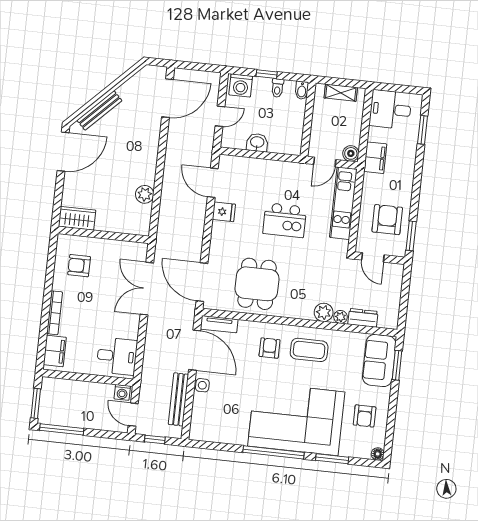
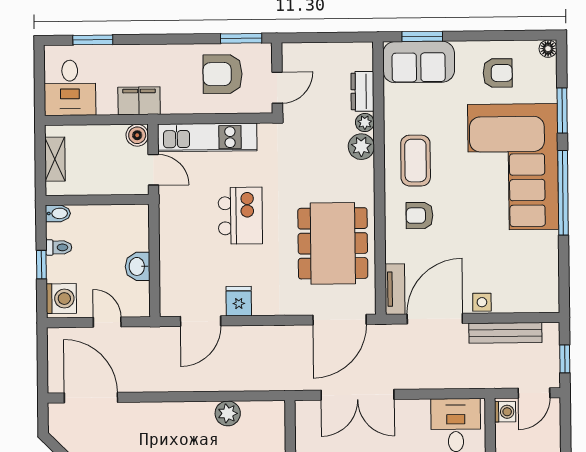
dining table: (257, 284) -> (333, 243), width x1.37

